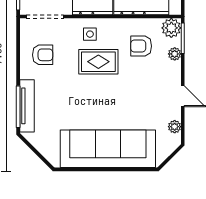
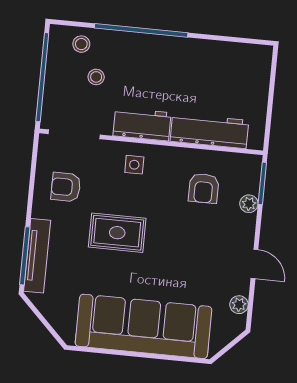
plant: (171, 28) -> (248, 167), removed
armchair: (141, 46) -> (204, 188), turned -90
armchair: (43, 55) -> (66, 187), turned 180
rug: (98, 62) -> (117, 233), moved

